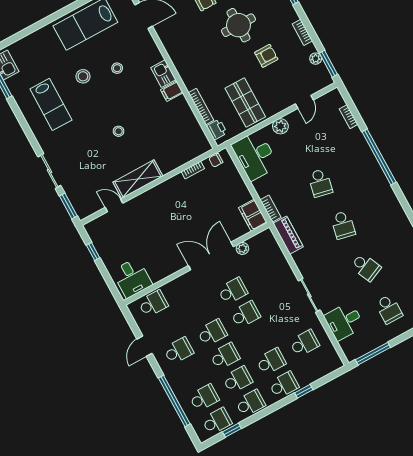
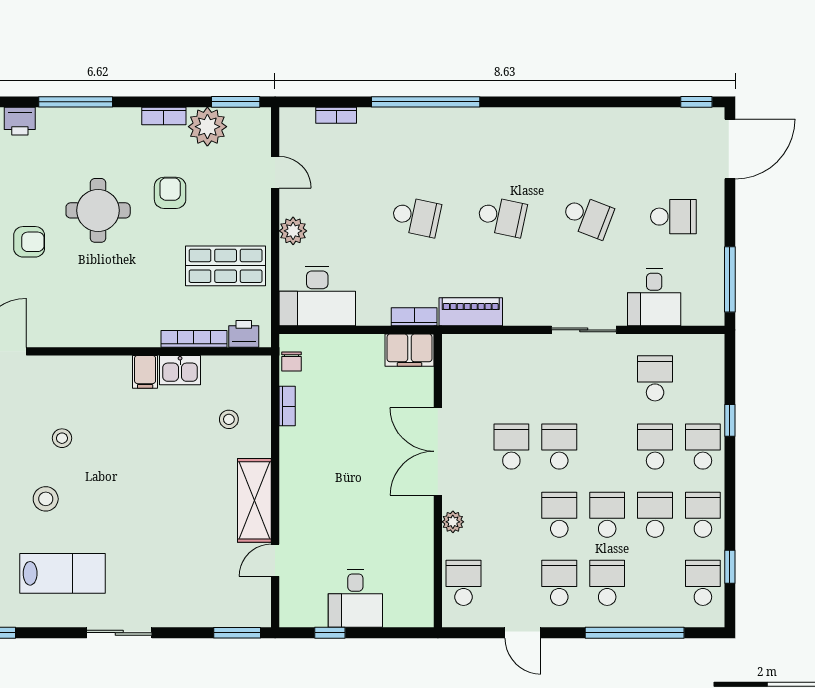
plant: (316, 59) -> (207, 127), width x1.88, depth x1.88
kitchen sink: (163, 74) -> (180, 370), moved
stool: (119, 131) -> (229, 419), moved
sliding door: (49, 171) -> (119, 633), moved
plant: (242, 248) -> (453, 522), moved
school desk: (366, 267) -> (588, 217), turned 45
desk: (132, 278) -> (355, 598), moved, turned 90
school desk: (204, 398) -> (607, 583), moved

